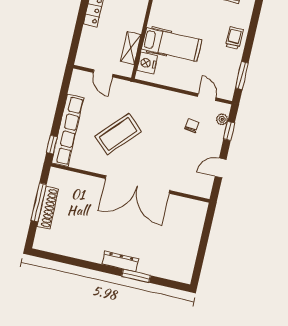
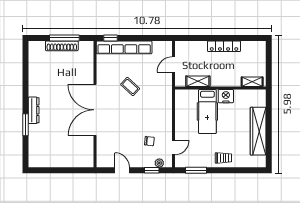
nightstand: (147, 63) -> (226, 96), moved
coffee table: (118, 134) -> (130, 86), width x0.54, depth x0.58

